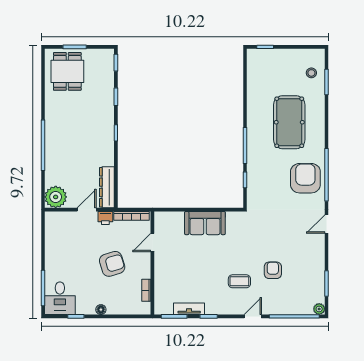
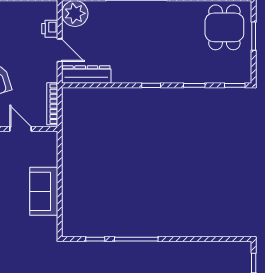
dining table: (67, 71) -> (224, 27), turned 90
printer: (105, 218) -> (50, 29), moved

